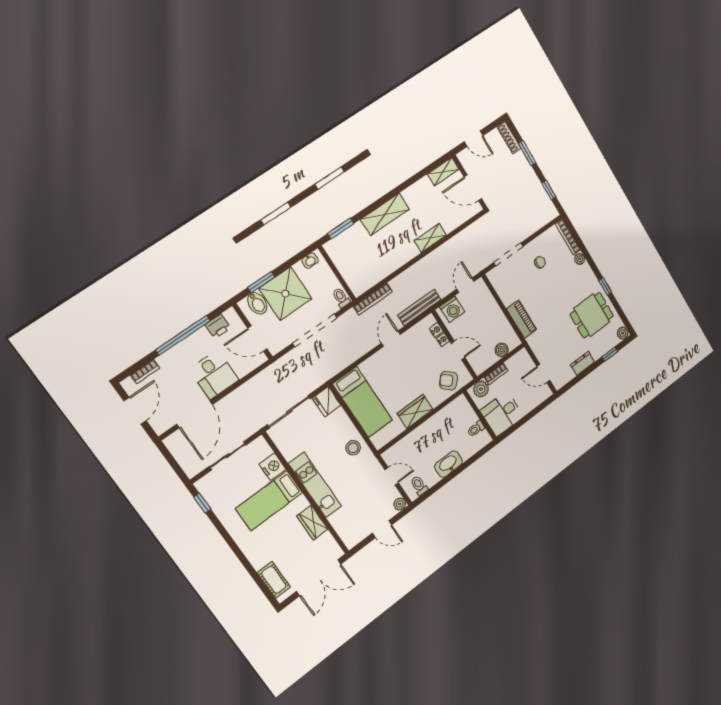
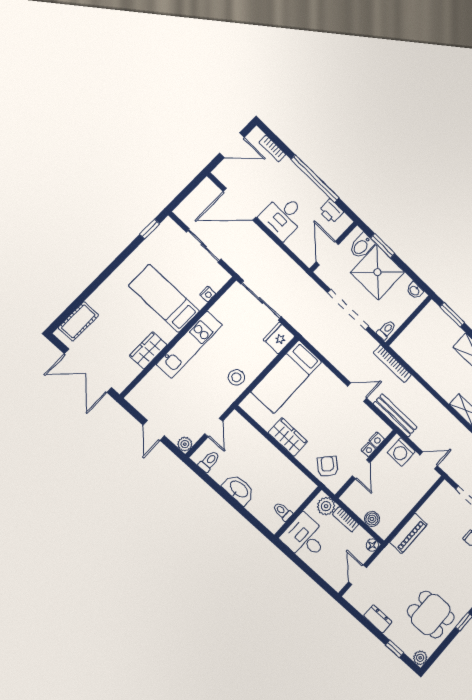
floor lamp: (523, 355) -> (372, 545), added
nightstand: (273, 467) -> (208, 294), width x0.53, depth x0.56

